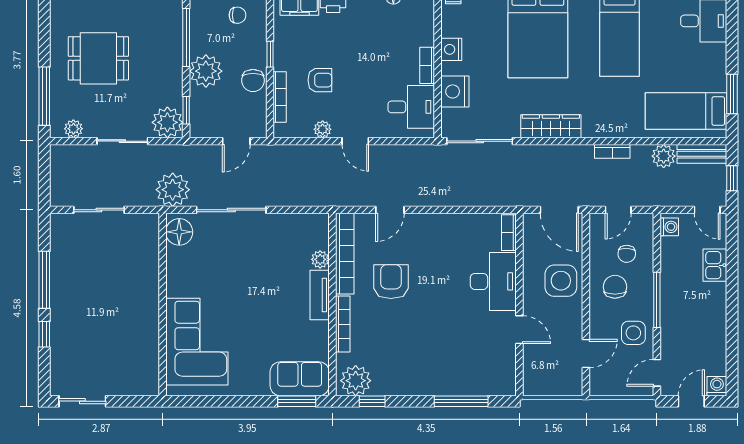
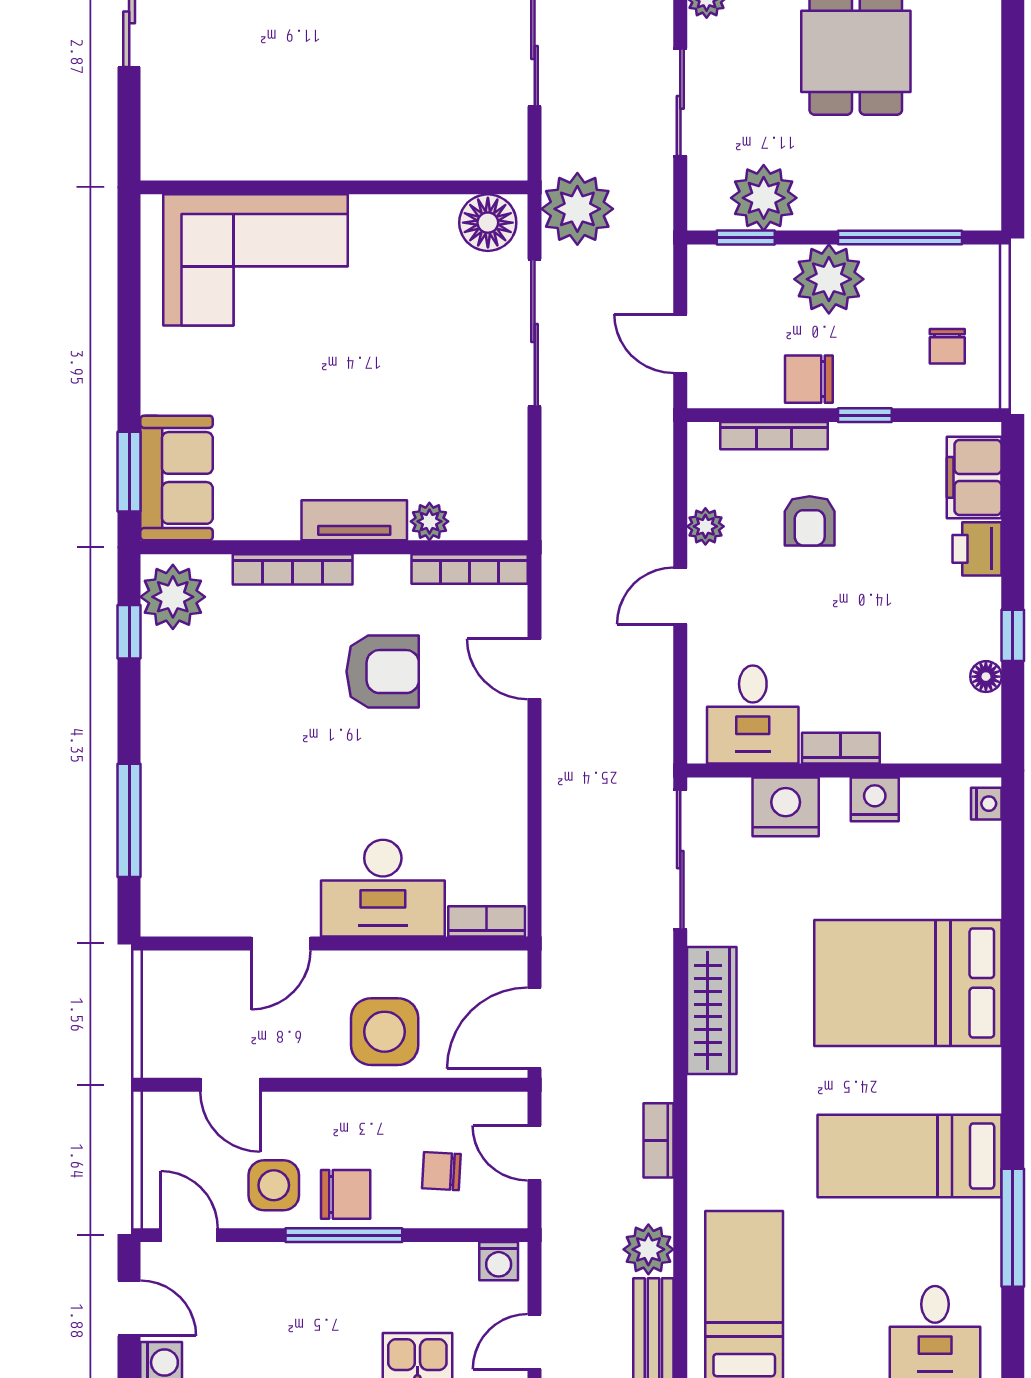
plant: (167, 122) -> (764, 198), moved
bookcase: (345, 254) -> (470, 569), width x0.68, depth x0.76
chair: (615, 287) -> (346, 1194), moved

